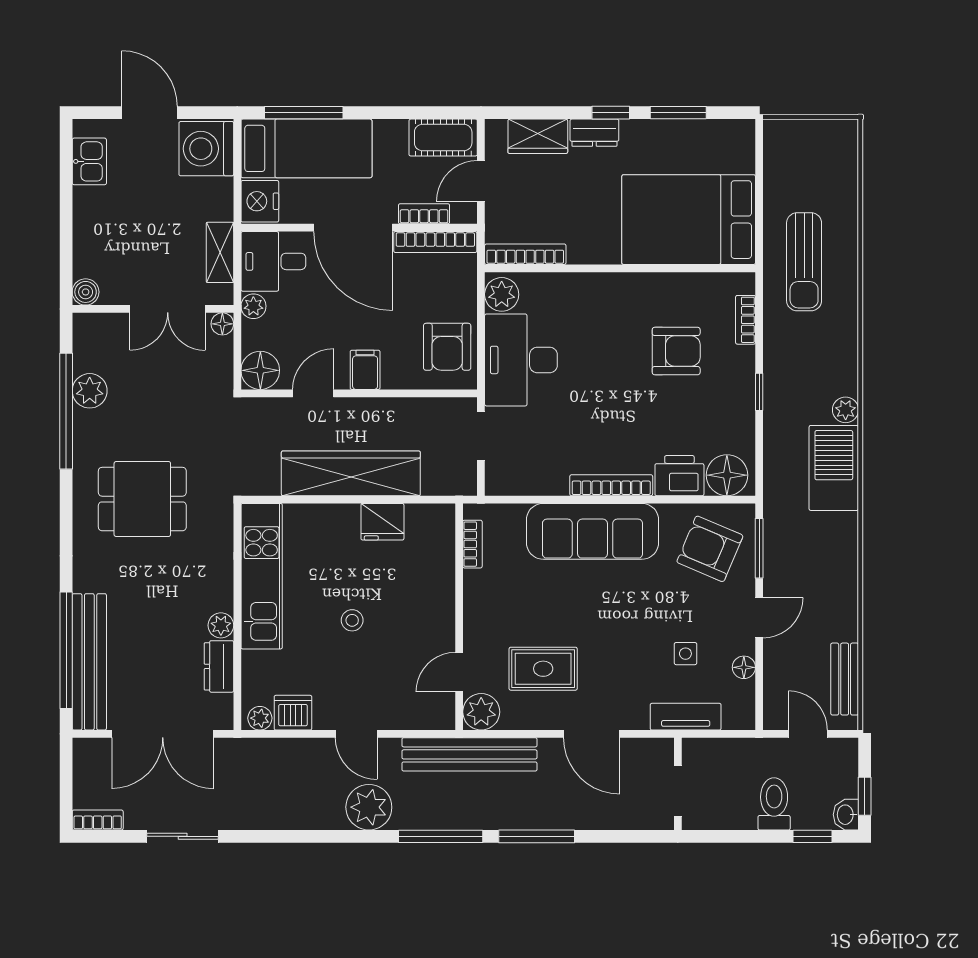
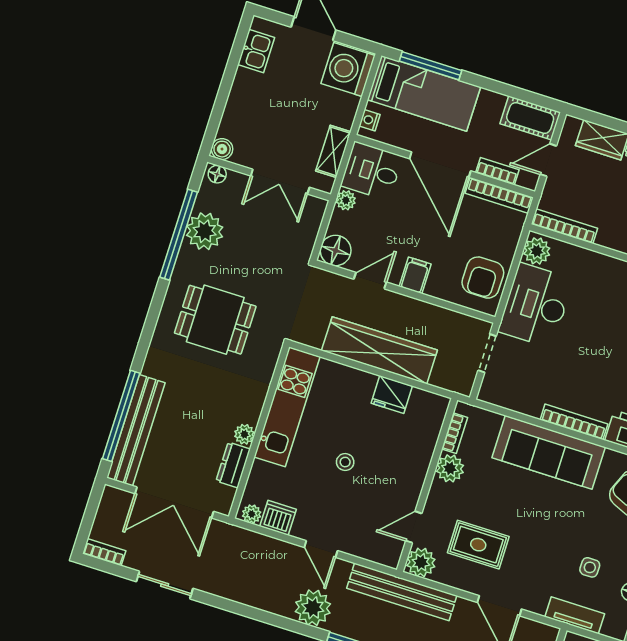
nightstand: (260, 201) -> (370, 120), width x0.53, depth x0.56
floor lamp: (222, 324) -> (217, 174), moved
plant: (90, 391) -> (205, 231), width x1.36, depth x1.36
plant: (480, 588) -> (450, 468), added

